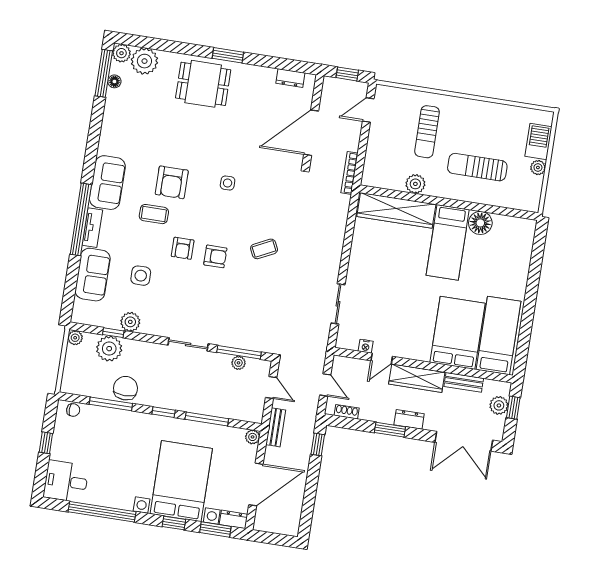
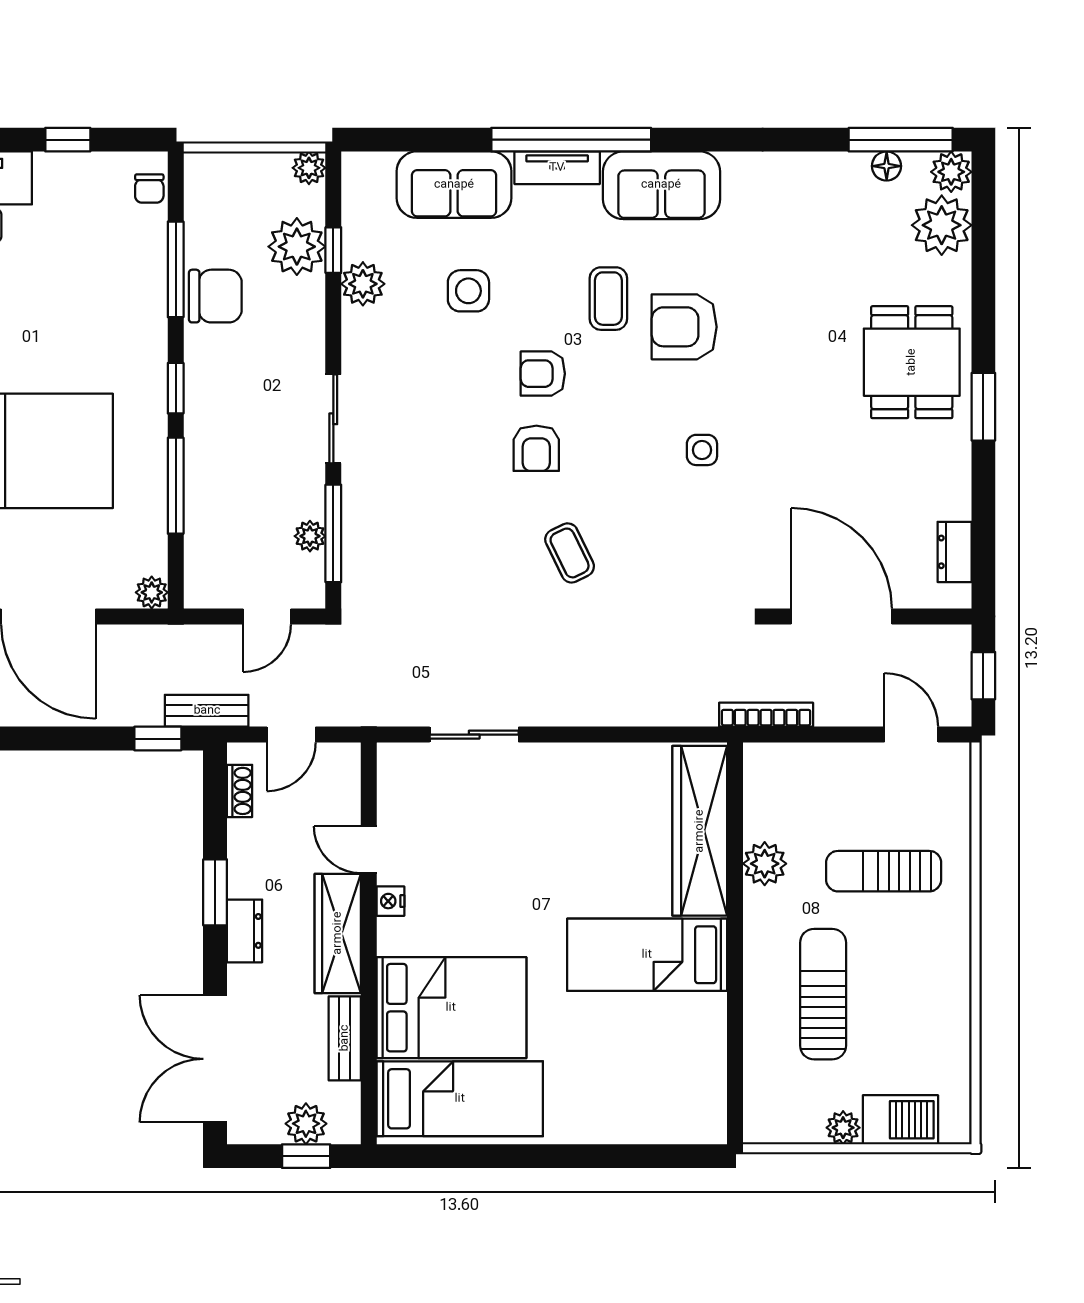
floor lamp: (480, 223) -> (701, 1020), removed
nightstand: (366, 346) -> (390, 901), moved
bench: (276, 427) -> (207, 711), moved

